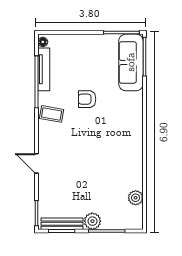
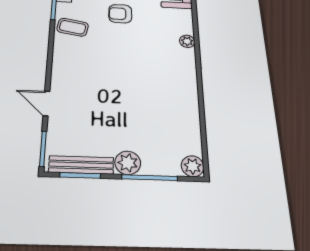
plant: (137, 122) -> (187, 41), added
door: (37, 163) -> (46, 104), moved
plant: (136, 198) -> (193, 166), moved

